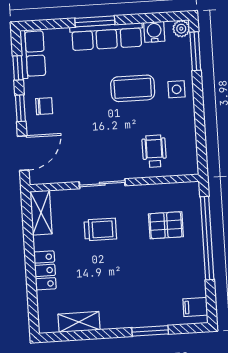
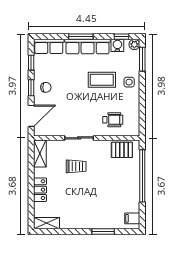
window: (160, 17) -> (122, 37), added
row of seats: (33, 54) -> (49, 46), moved, turned 90
wheelchair: (154, 151) -> (113, 120), turned 90
pallet: (166, 225) -> (122, 150), moved
shelving: (79, 322) -> (47, 223), moved

